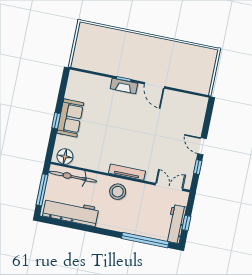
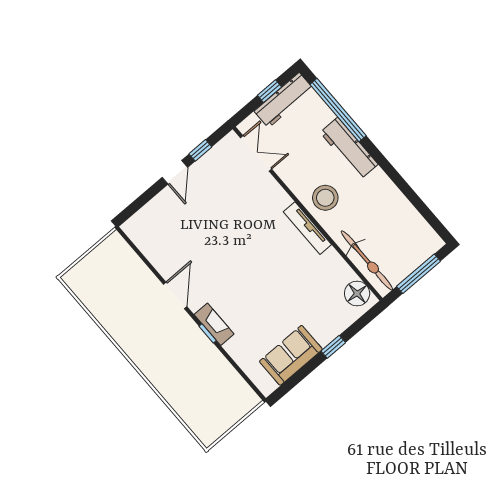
sofa: (70, 118) -> (291, 355), moved
tv unit: (127, 172) -> (307, 228), moved
double door: (169, 187) -> (256, 153), swing flipped
workbench: (71, 212) -> (349, 148), moved, width x0.73, depth x0.76

